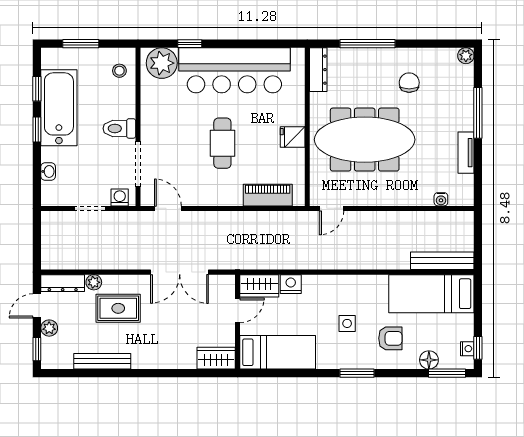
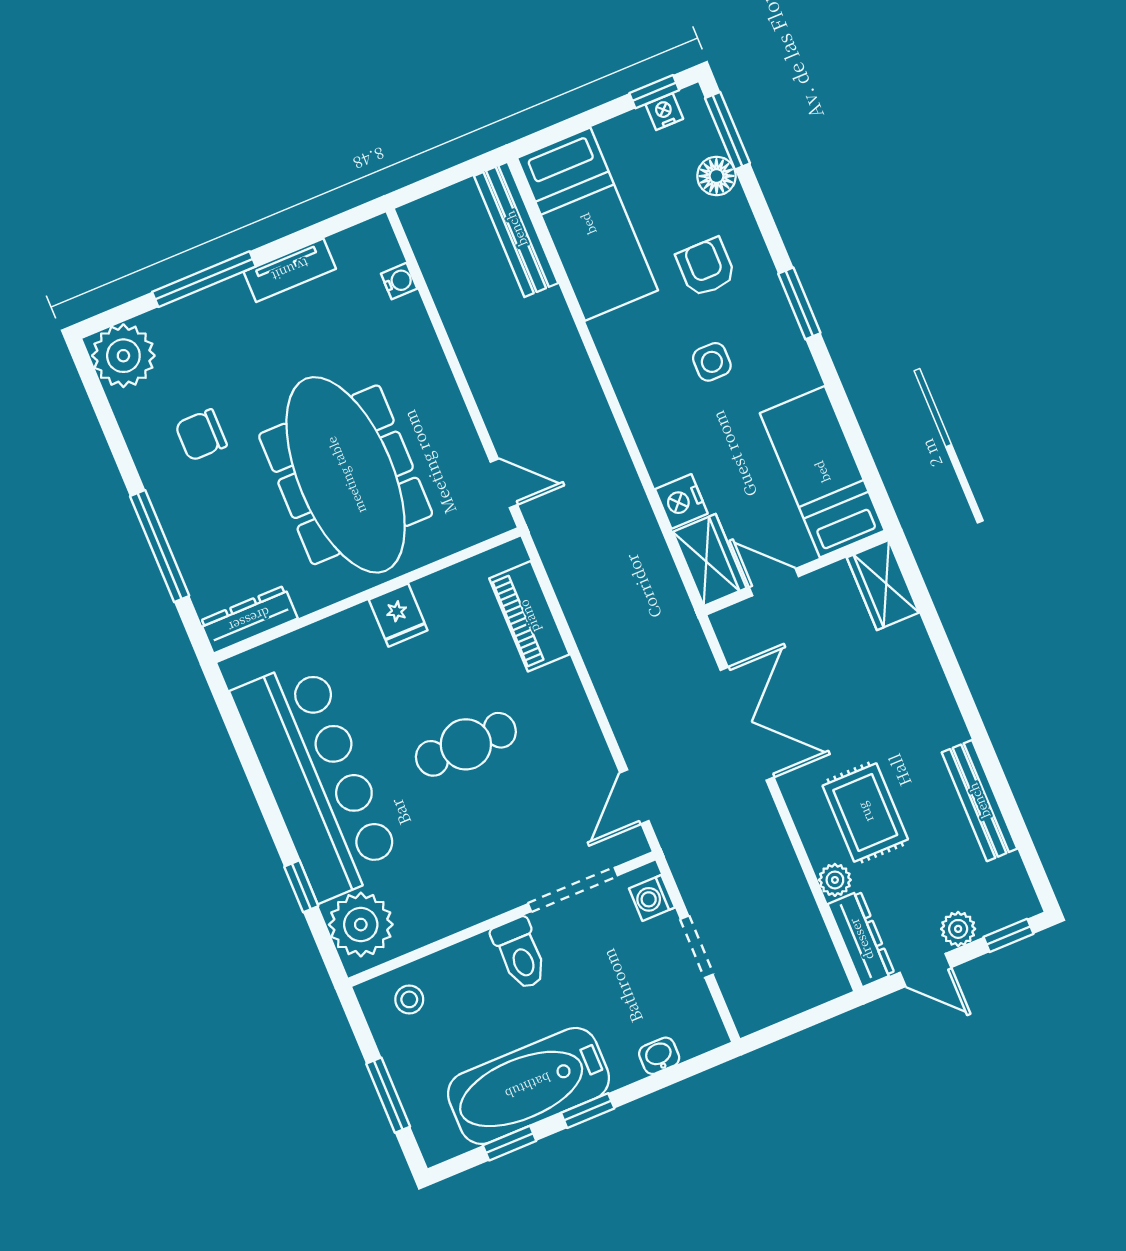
plant: (466, 56) -> (123, 356), width x1.87, depth x1.87

